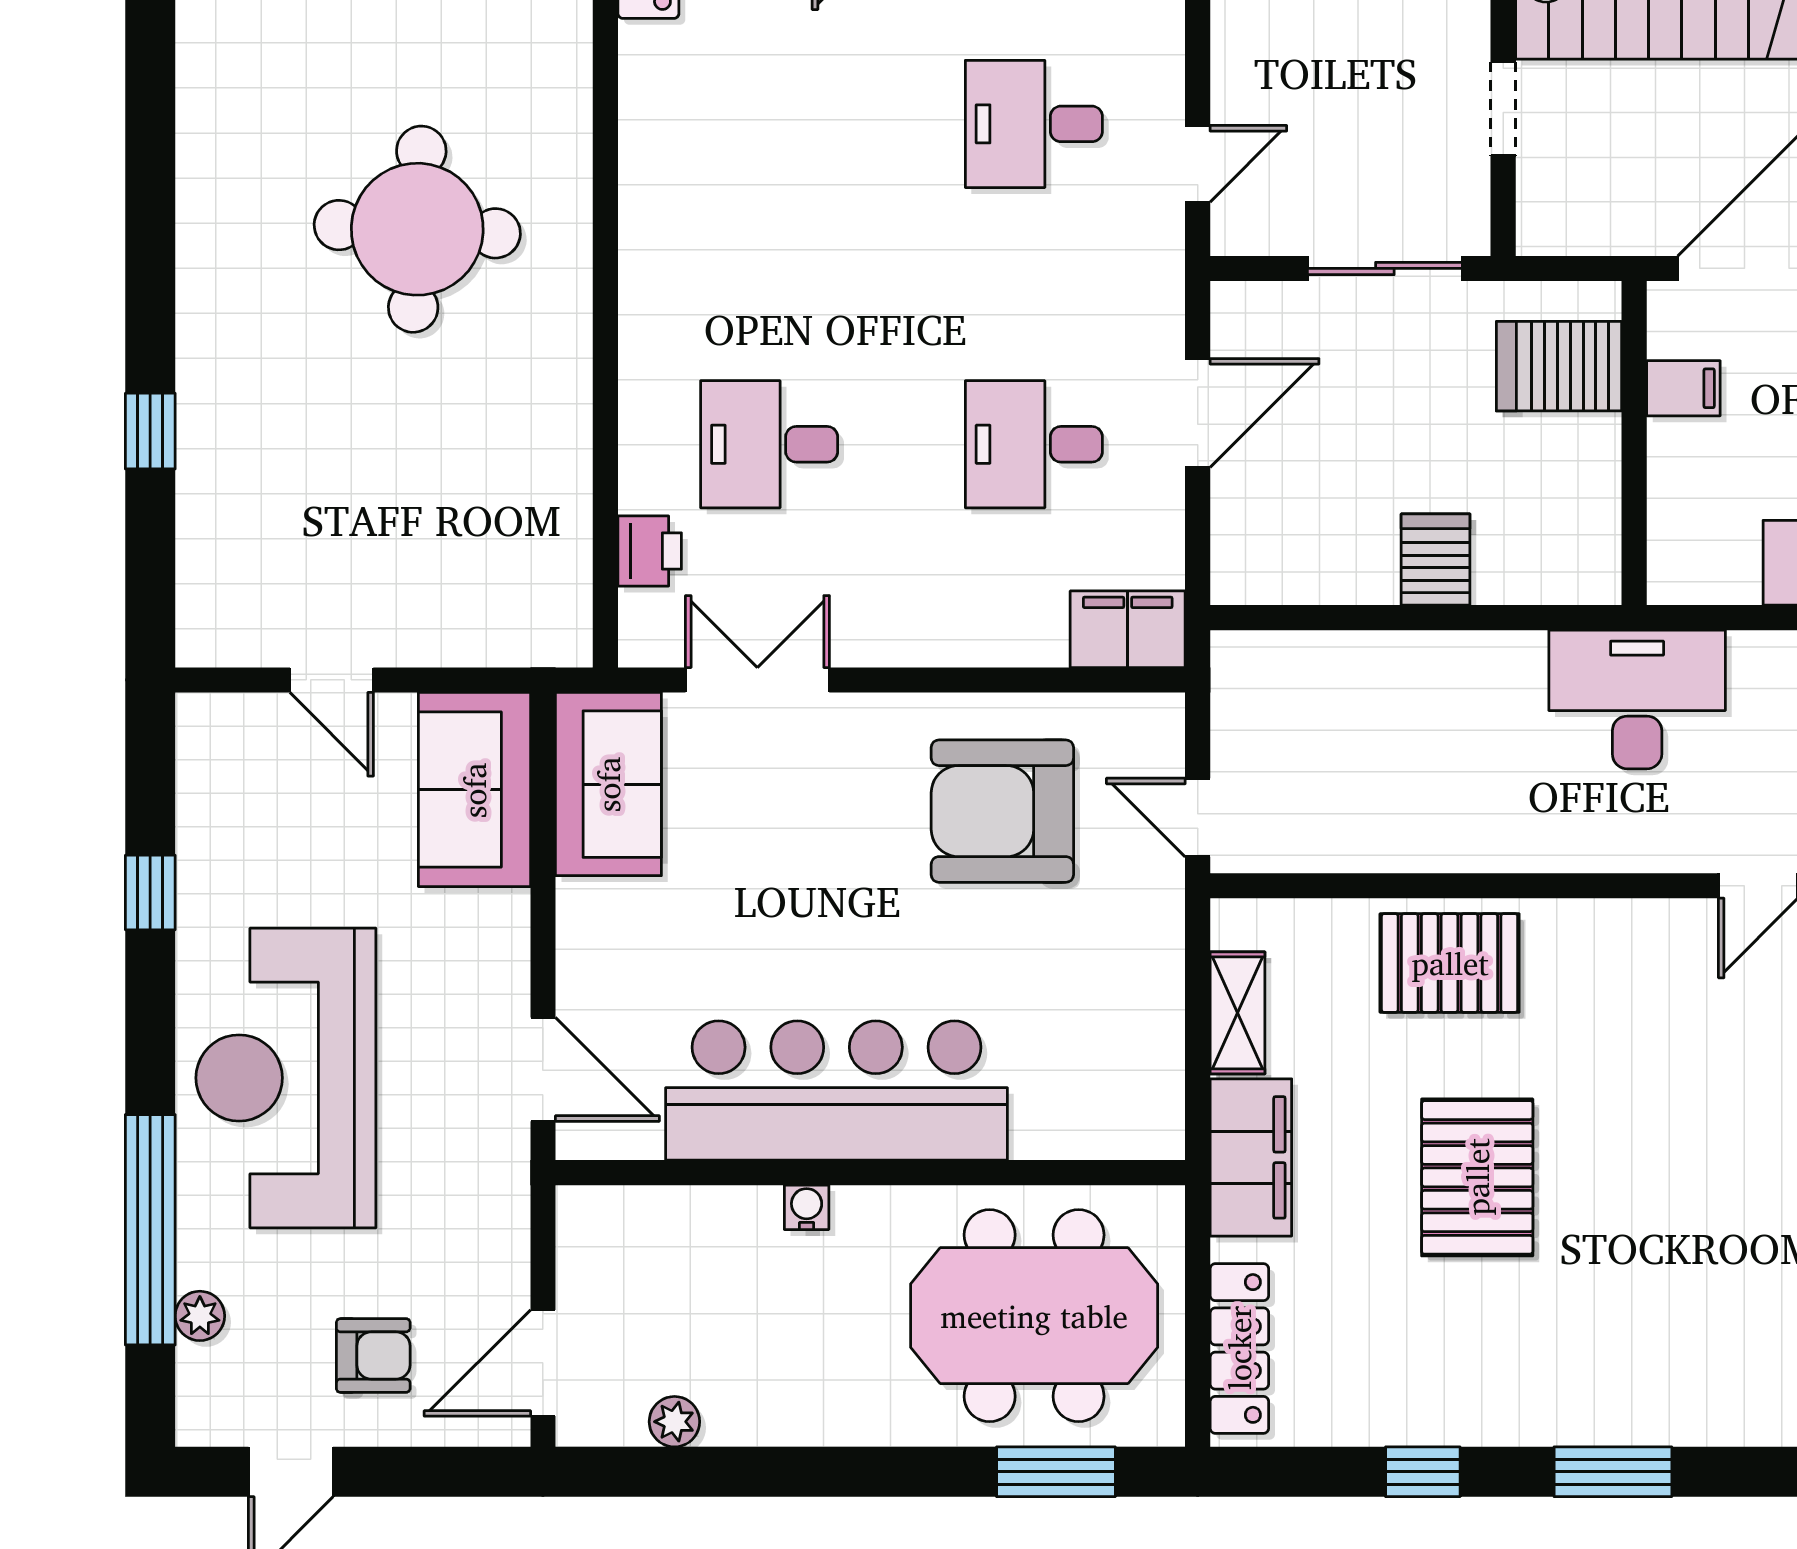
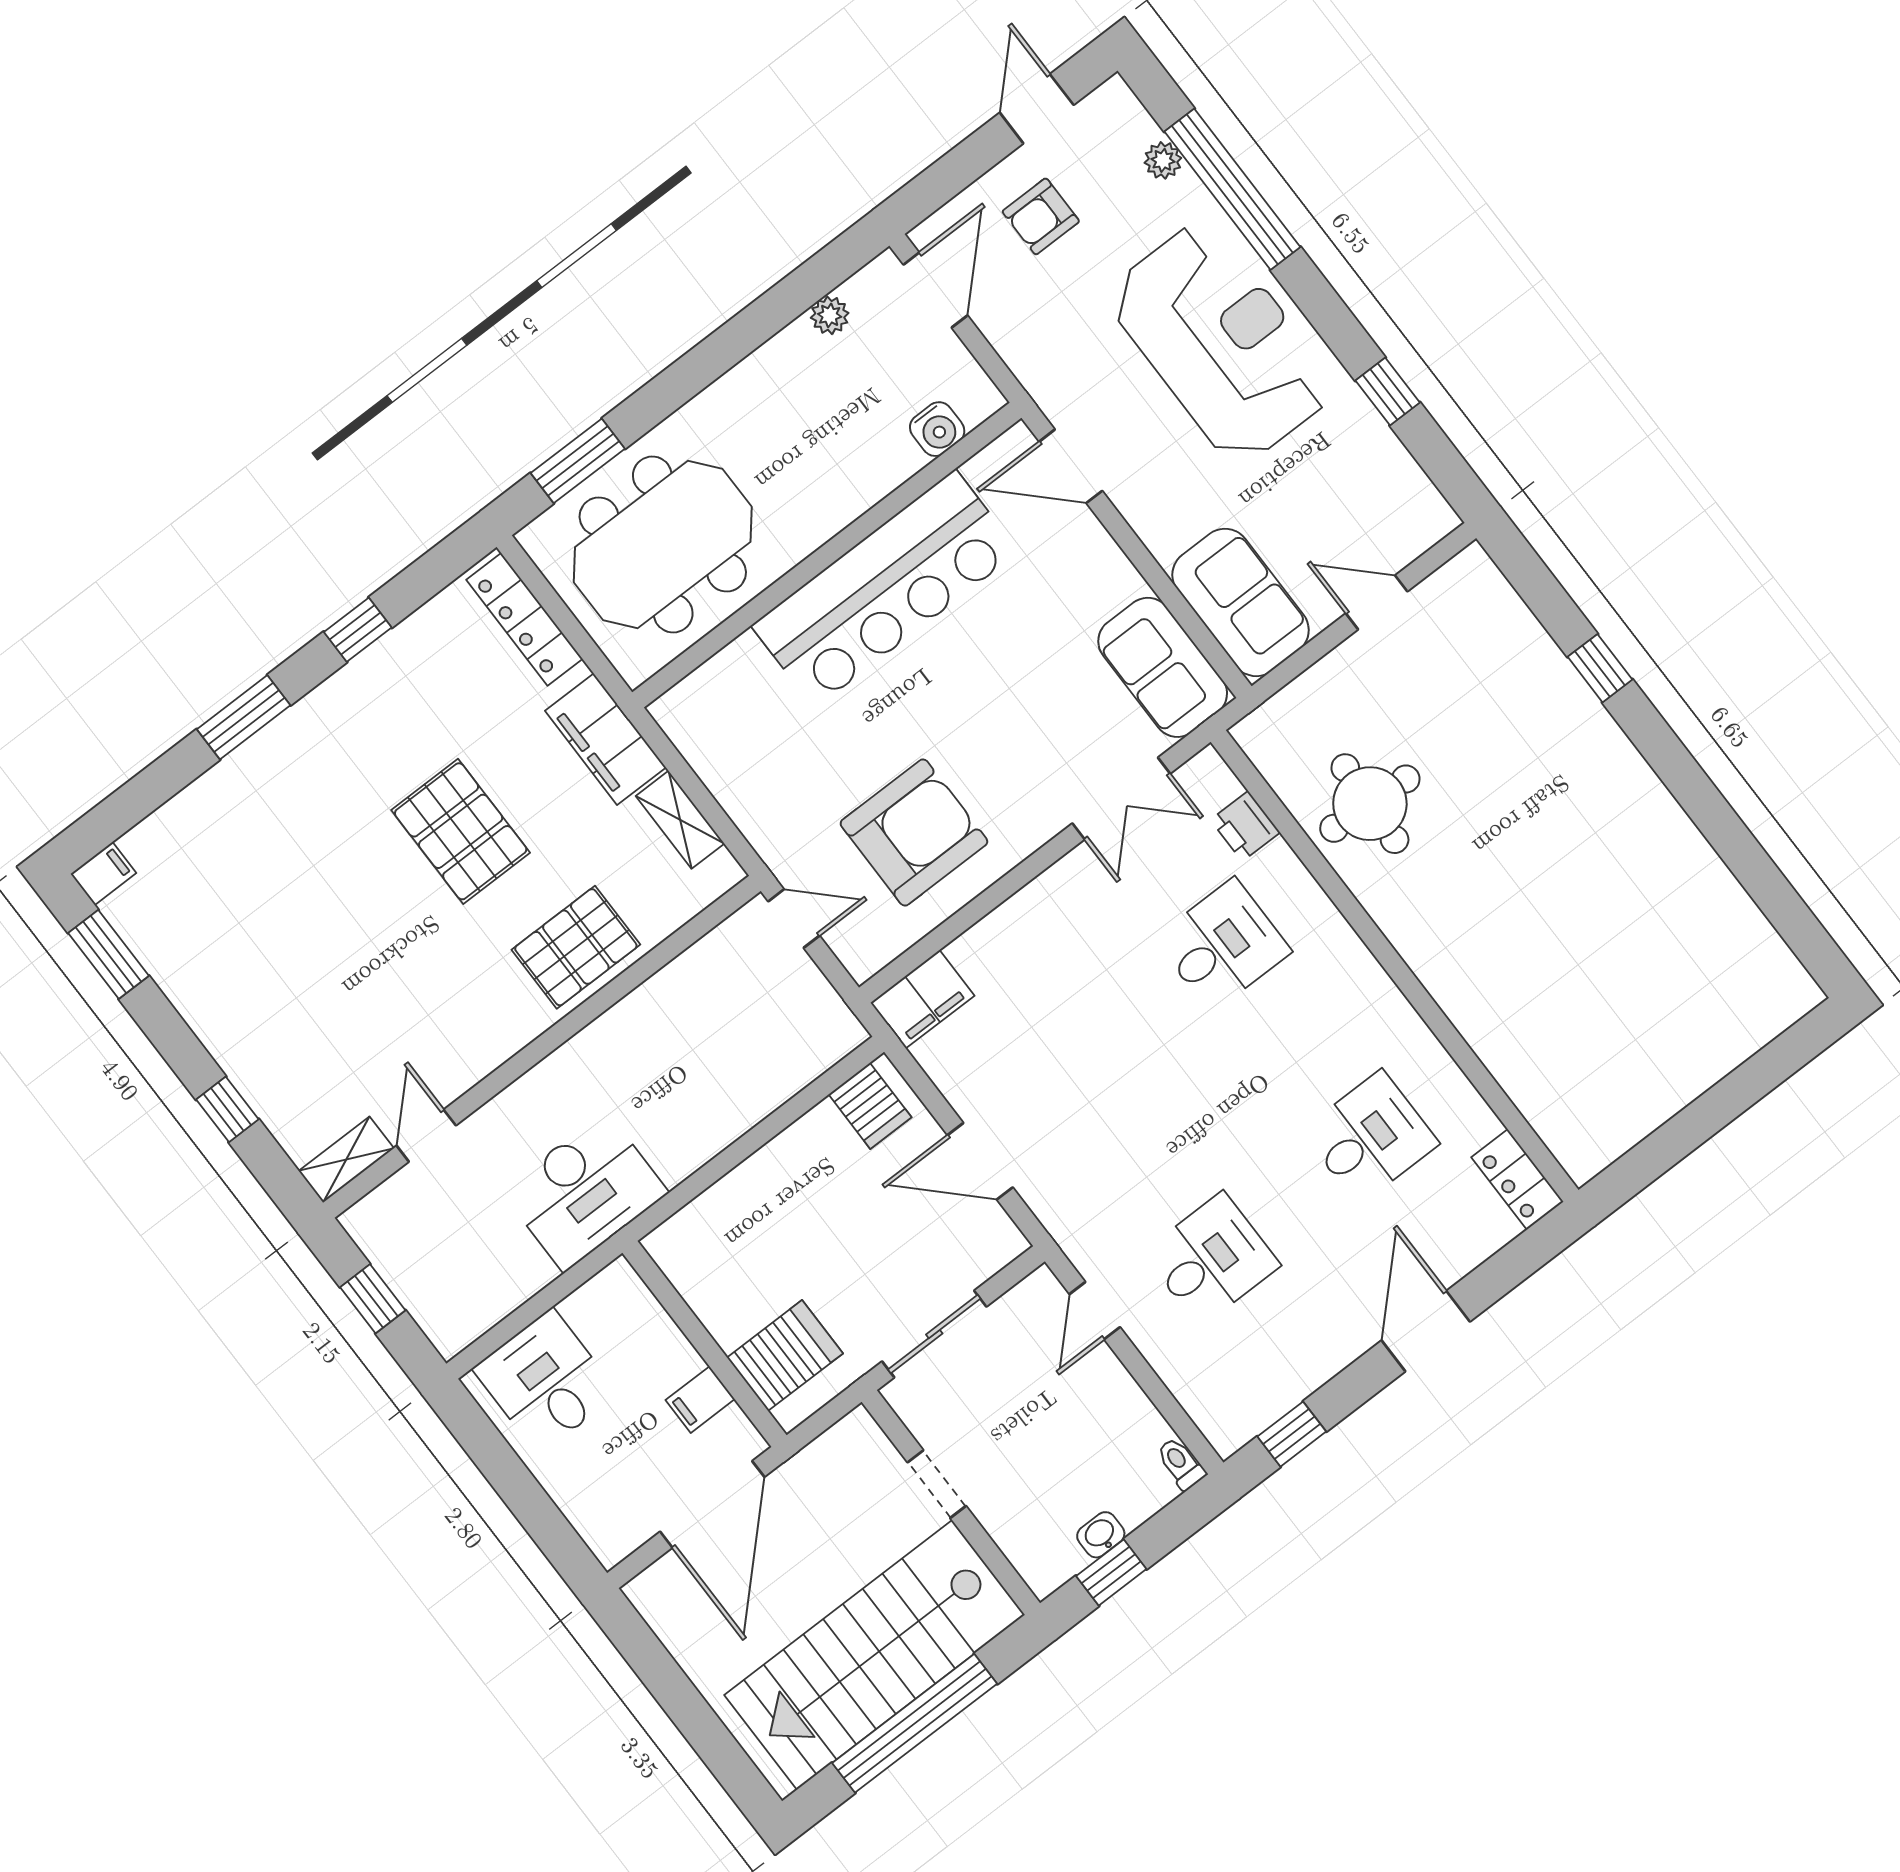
round table: (417, 229) -> (1370, 804), moved, width x0.73, depth x0.73
door: (1198, 413) -> (980, 1161), hinge flipped
desk: (1034, 444) -> (1370, 1137), moved
server rack: (1436, 560) -> (870, 1106), moved
water cooler: (807, 1207) -> (937, 429), moved, width x1.38, depth x1.38

